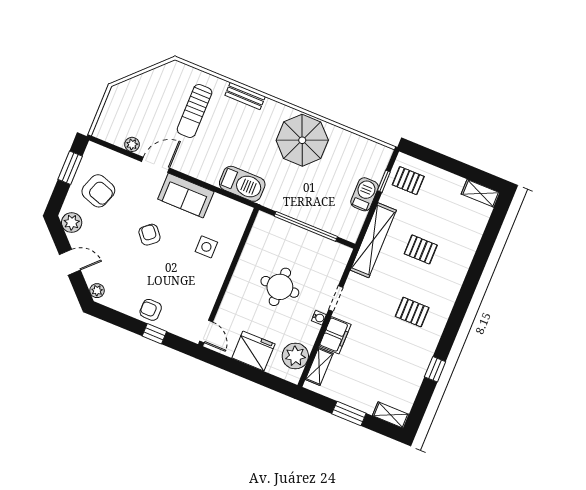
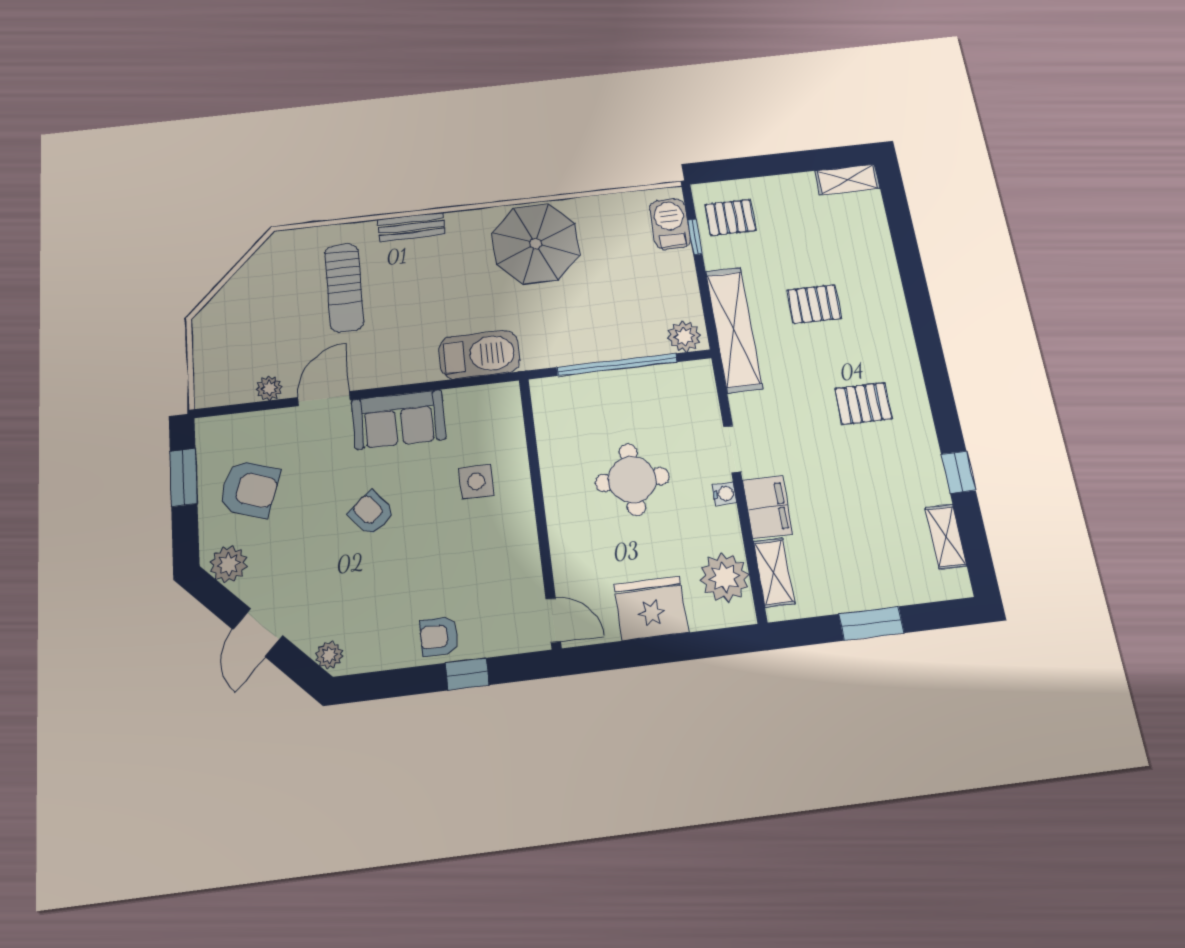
barbecue: (365, 194) -> (670, 224), moved
plant: (347, 230) -> (684, 336), added
door: (70, 262) -> (258, 633), swing flipped
shelving: (391, 415) -> (946, 537), moved, turned 90

